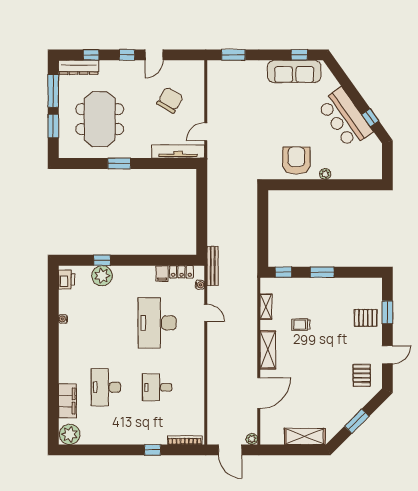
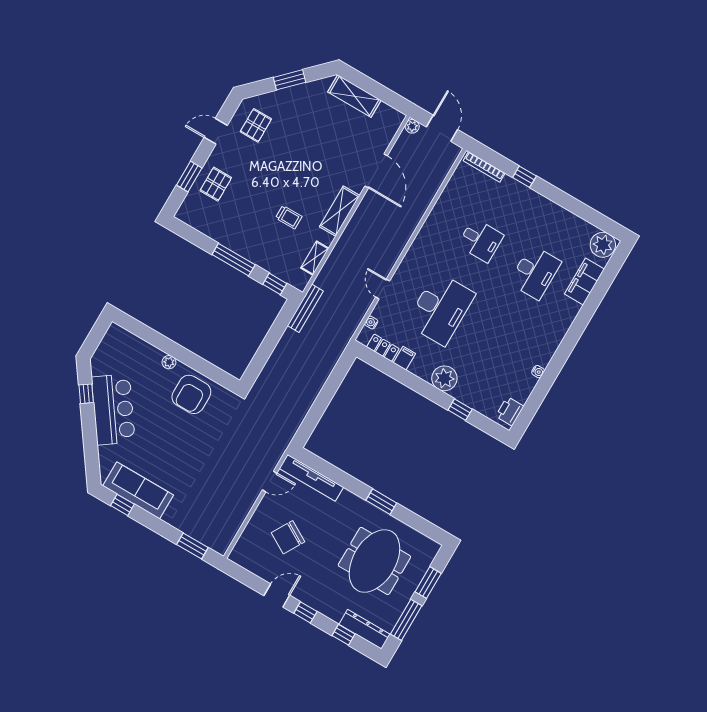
bench: (213, 266) -> (305, 308), moved
window: (322, 272) -> (234, 260), width x1.44
plant: (102, 276) -> (444, 378), moved
pallet: (366, 318) -> (216, 184), turned 90
door: (259, 393) -> (376, 171), swing flipped

